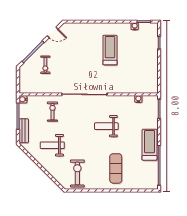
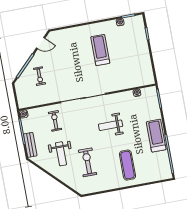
weight bench: (52, 145) -> (61, 154), turned -90
exercise bike: (77, 173) -> (88, 162), moved

